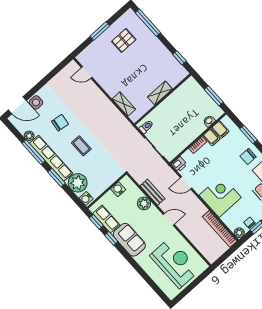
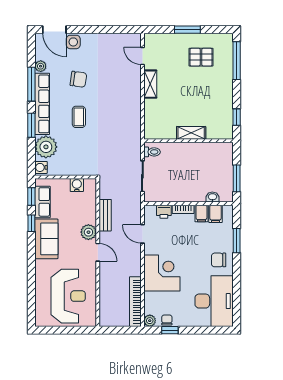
shelving: (124, 104) -> (150, 84), moved
printer: (179, 164) -> (164, 212), moved
plant: (144, 203) -> (88, 232), moved

